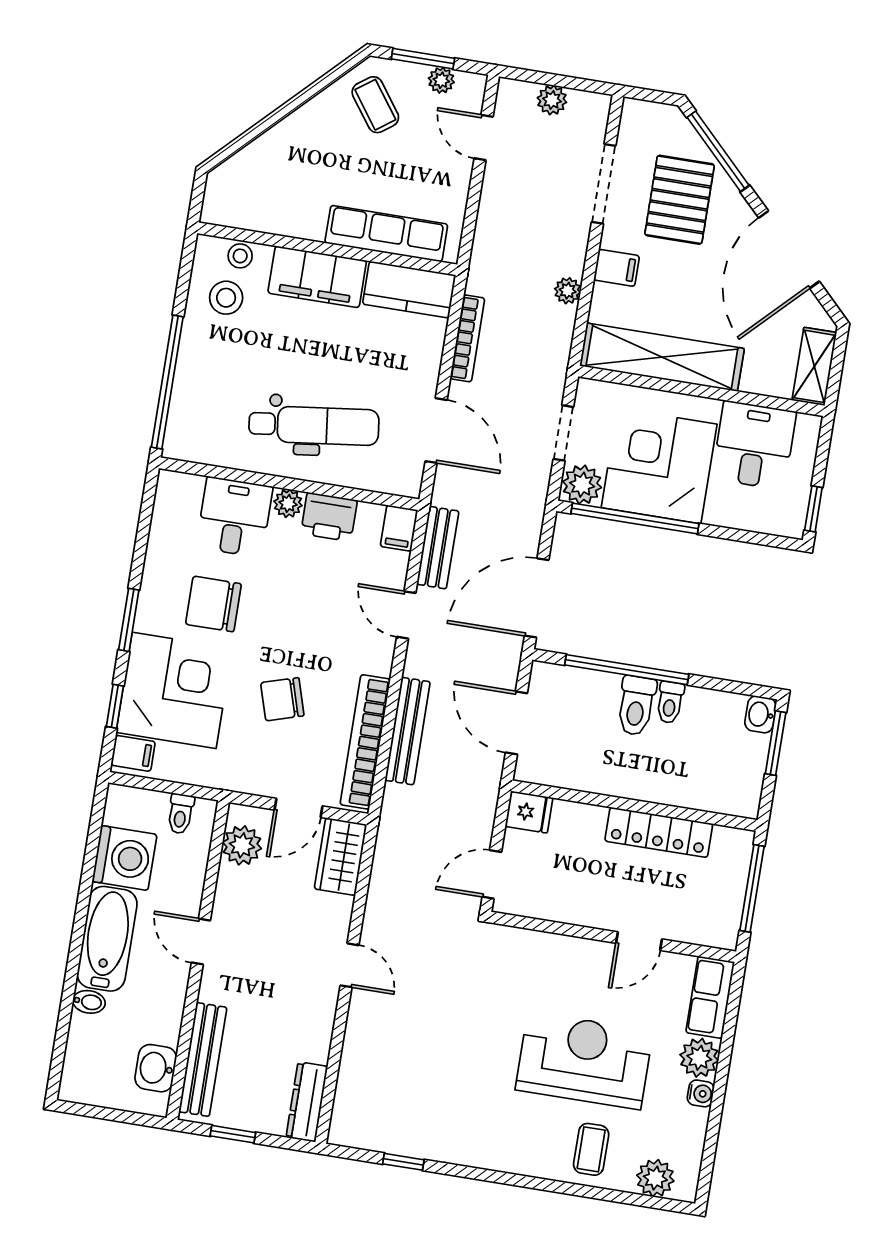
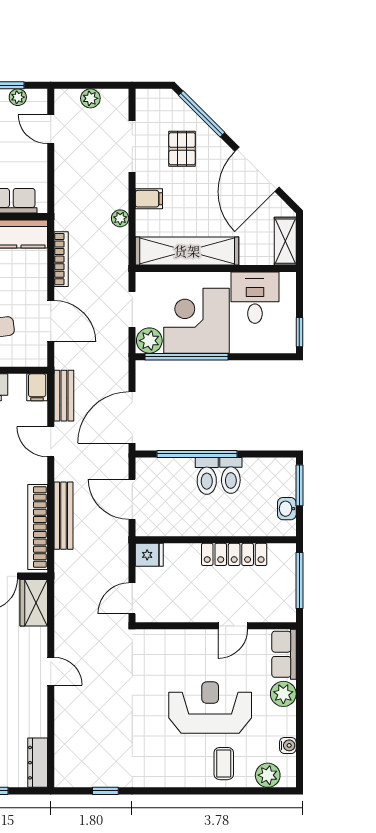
pallet: (680, 200) -> (182, 149), width x0.67, depth x0.71
toilet: (670, 702) -> (231, 475), width x1.37, depth x1.39
washbasin: (760, 714) -> (287, 509), moved
water cooler: (701, 1093) -> (288, 745), moved

